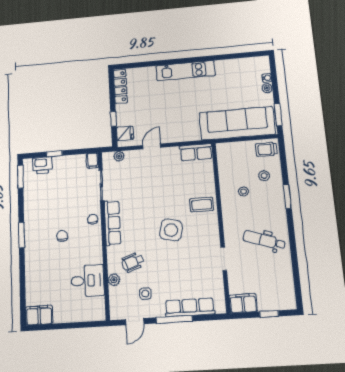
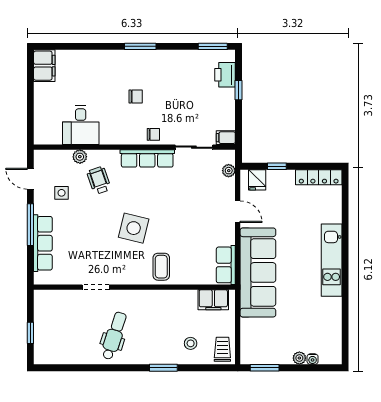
sofa: (237, 123) -> (258, 272), moved
stool: (243, 192) -> (173, 317), removed
filing cabinet: (243, 303) -> (213, 300), moved, turned 90

